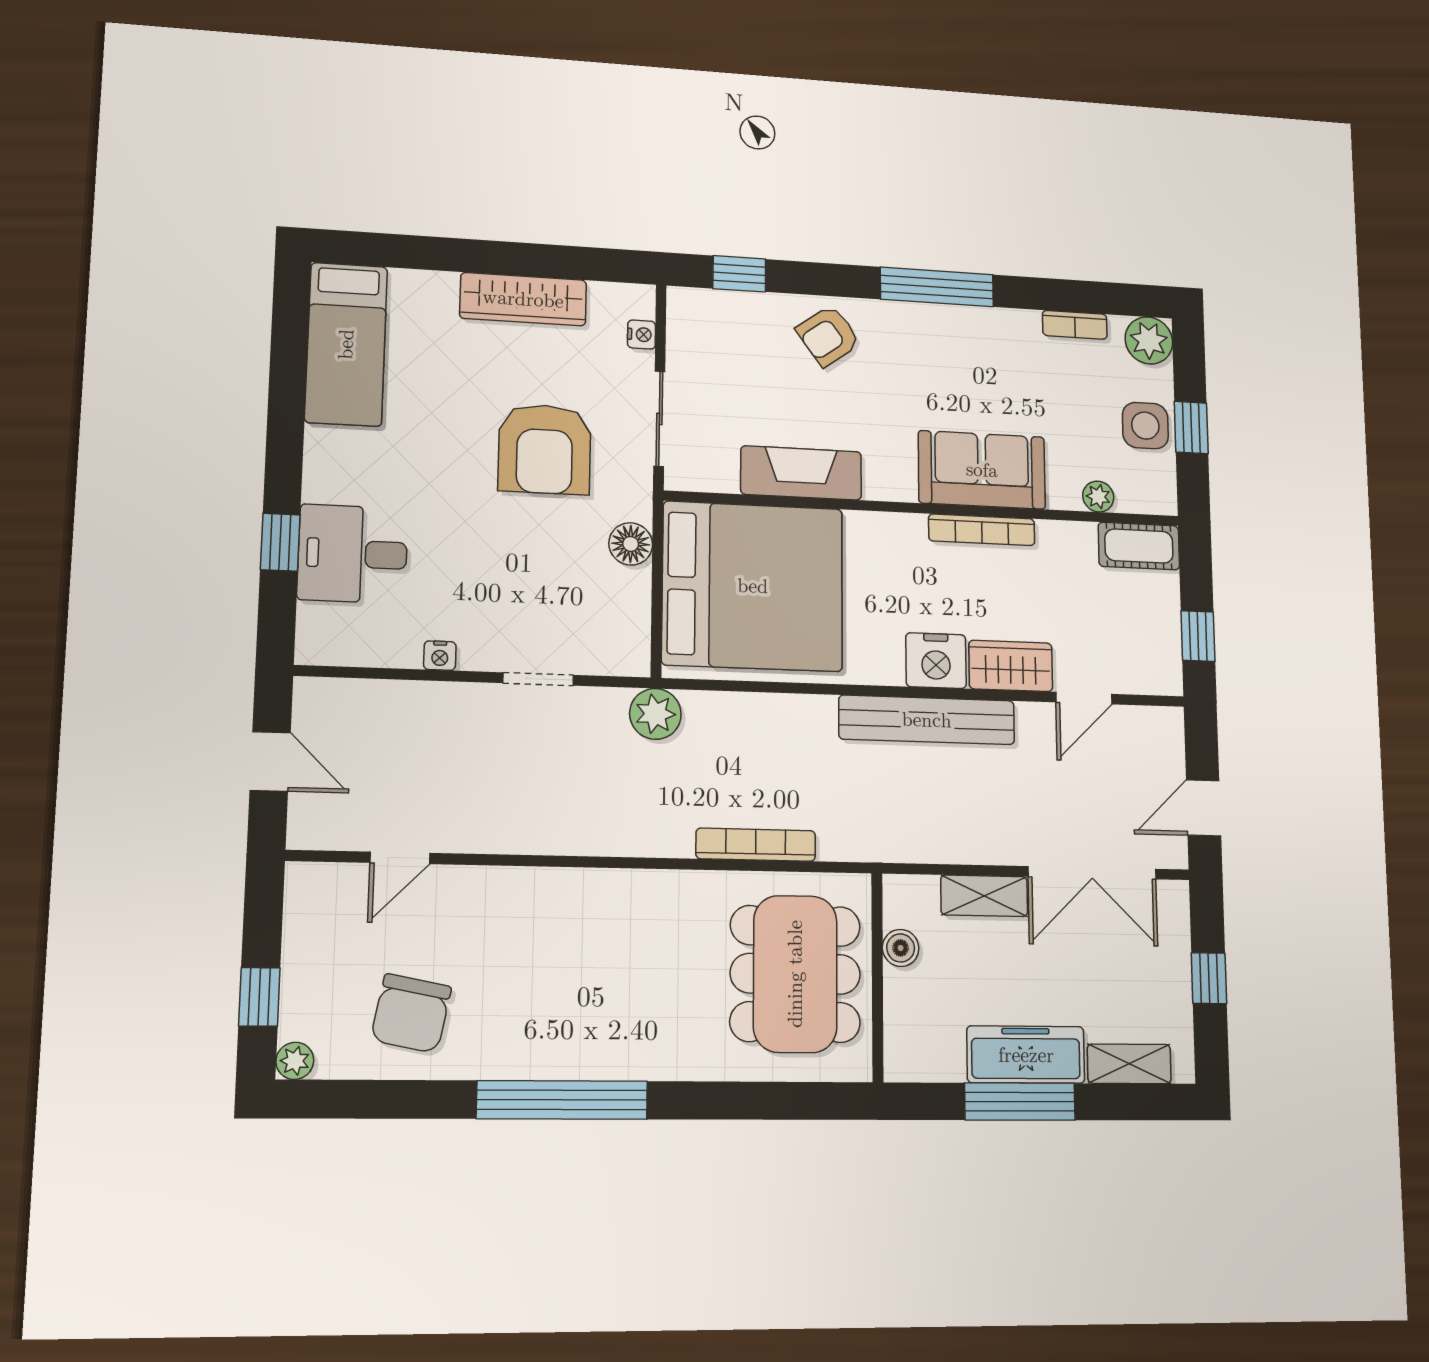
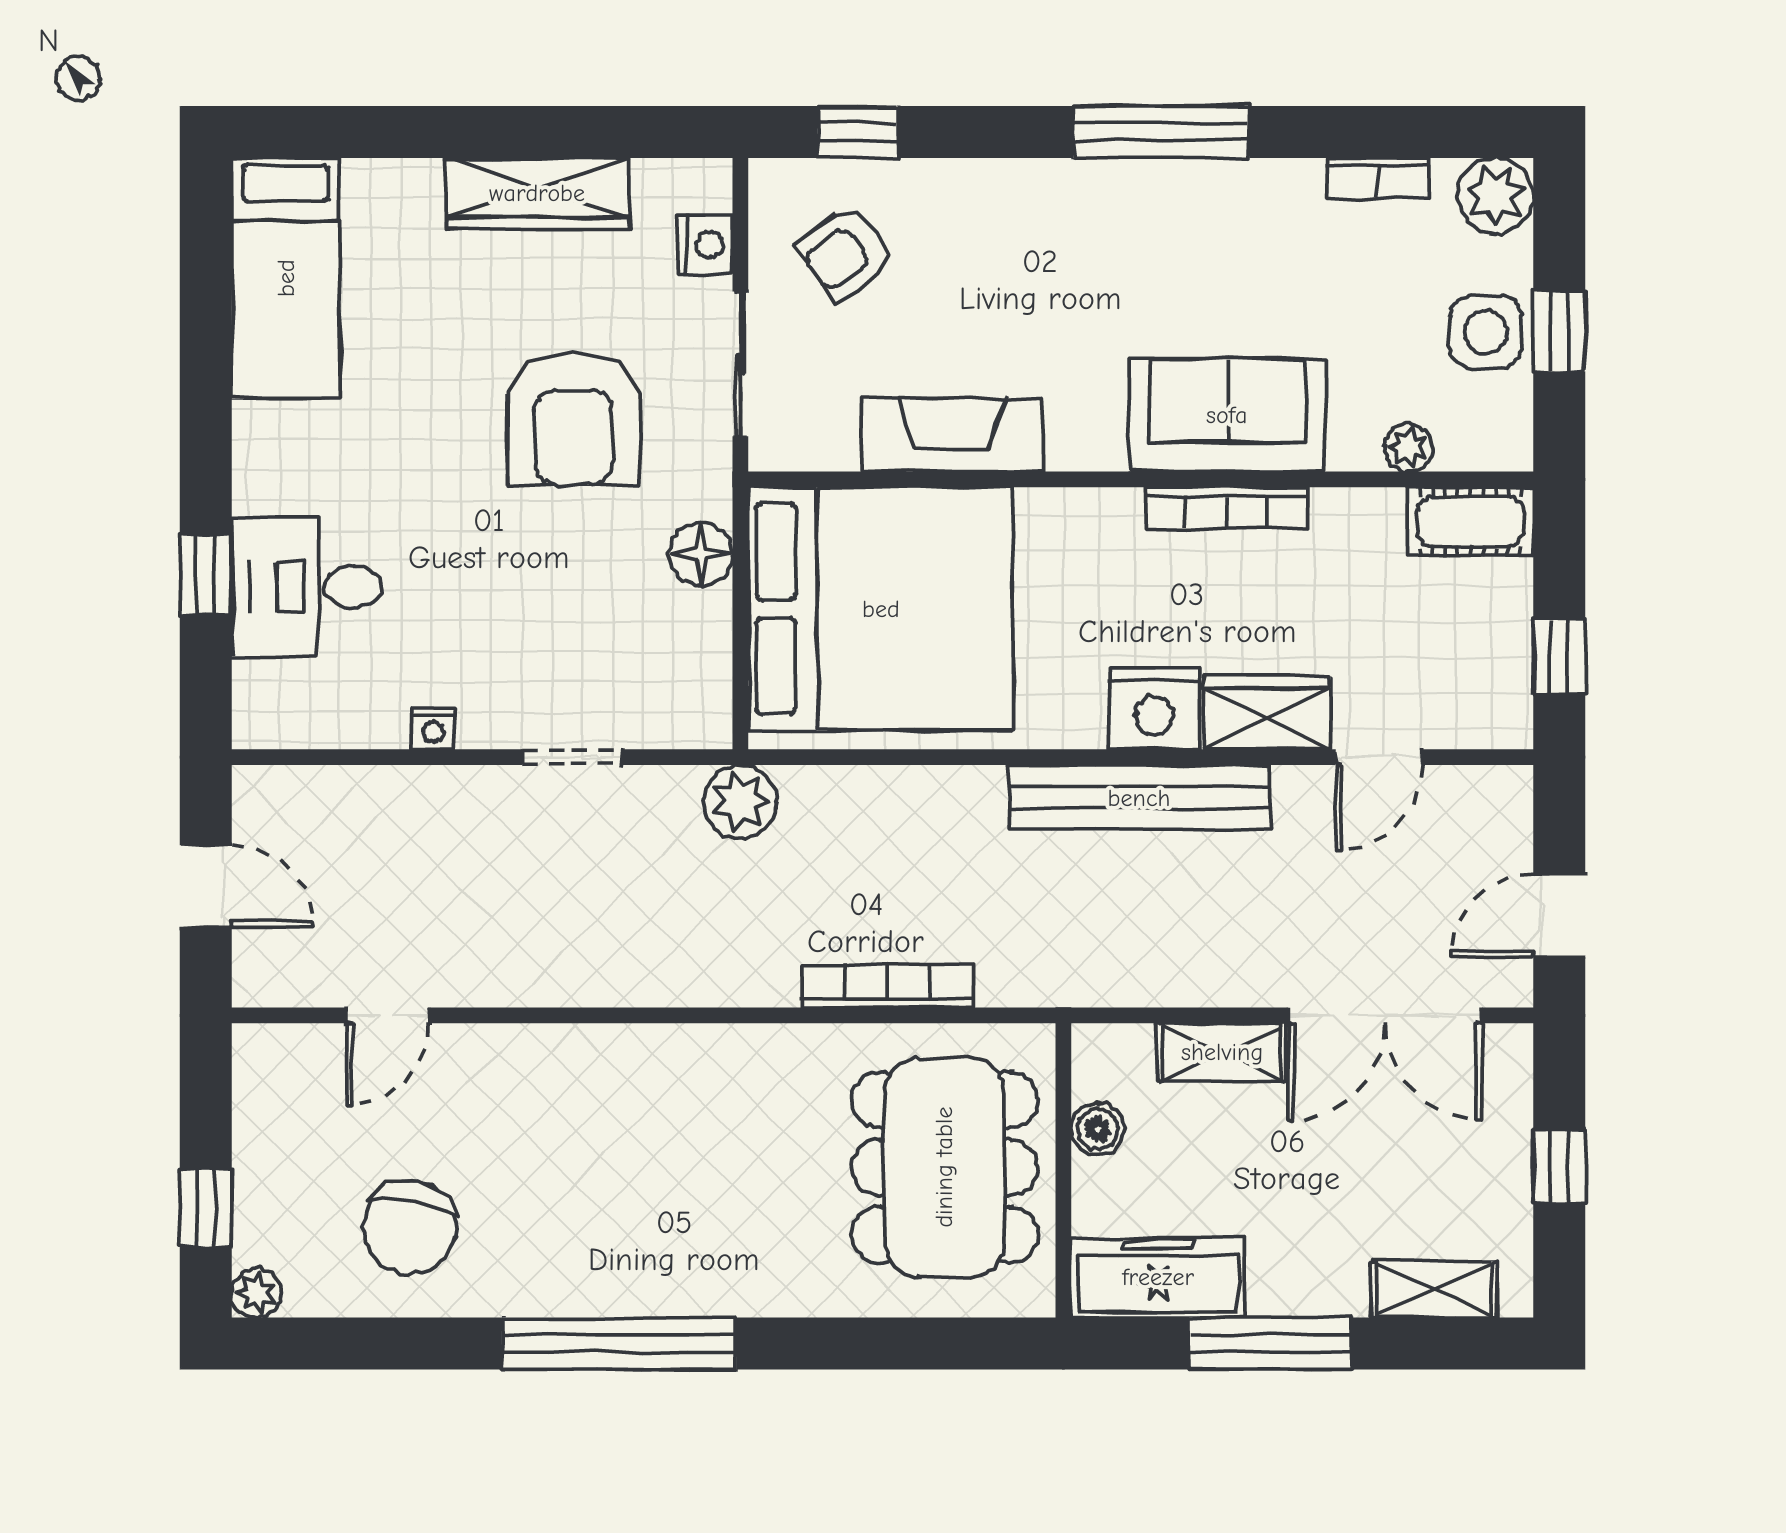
nightstand: (641, 335) -> (705, 245), width x1.39, depth x1.35
armchair: (828, 336) -> (845, 253), moved
freezer: (1026, 1055) -> (1158, 1277), moved

